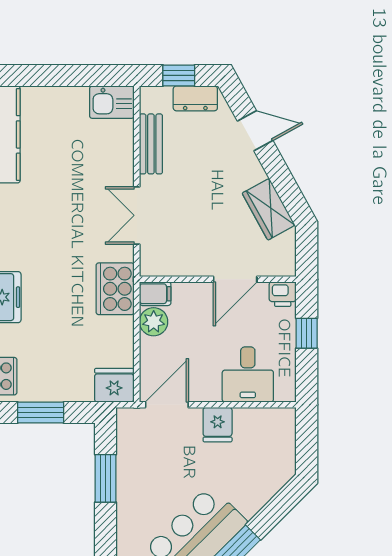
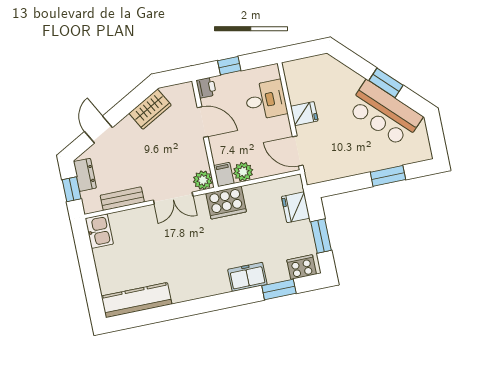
plant: (153, 263) -> (203, 180), added
fridge: (114, 385) -> (296, 207), moved
window: (105, 478) -> (388, 176), moved

